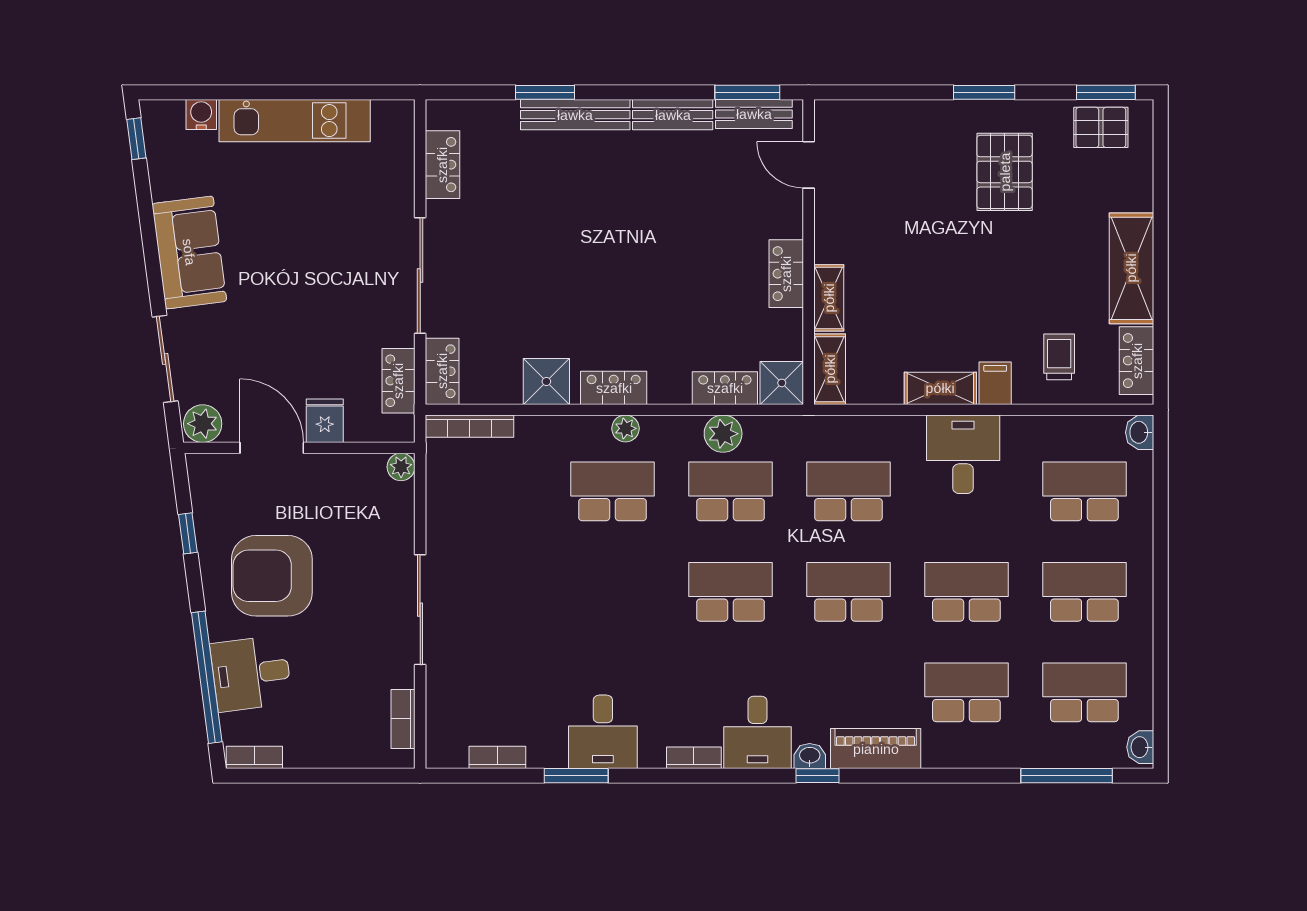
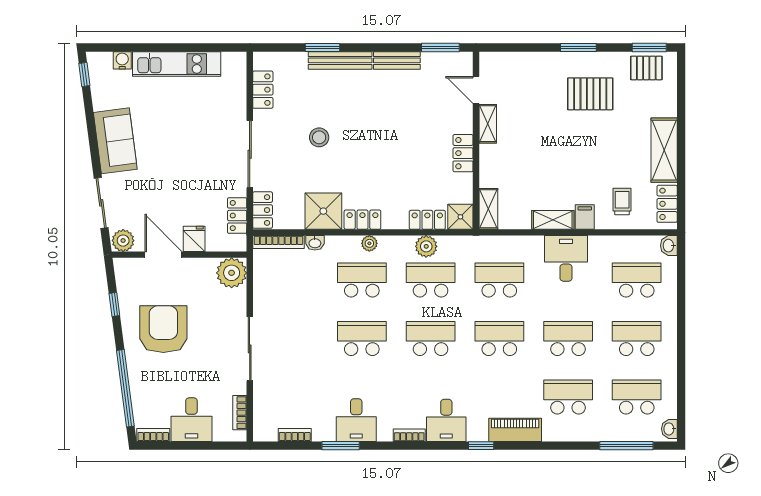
bench: (754, 114) -> (444, 60), removed
pallet: (1005, 172) -> (590, 94), turned 90
stool: (539, 247) -> (319, 137), added
shelving: (829, 298) -> (488, 124), moved
shower: (546, 381) -> (323, 211), width x1.36, depth x1.36
plant: (401, 467) -> (232, 273), width x1.87, depth x1.87
armchair: (272, 576) -> (163, 329), turned 90
school desk: (613, 592) -> (362, 338), added
desk: (251, 673) -> (191, 420), moved, turned -83
washbasin: (810, 756) -> (315, 243), moved, turned 180

